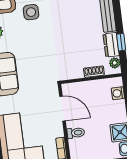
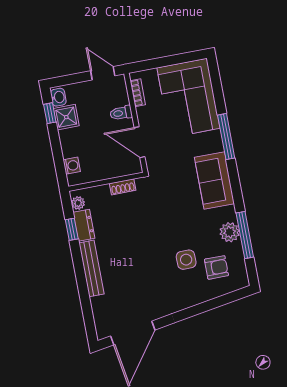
shoe rack: (94, 72) -> (123, 187), moved

